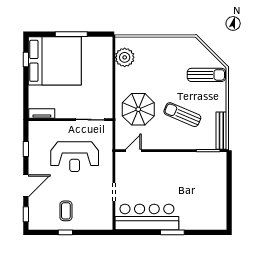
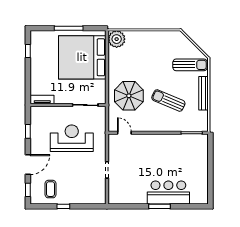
plant: (125, 57) -> (117, 39), moved
bed: (55, 61) -> (82, 57), moved, turned 180
bench: (221, 131) -> (203, 93), moved
door: (133, 151) -> (124, 133), hinge flipped
reception desk: (75, 157) -> (72, 138), turned 180
coffee table: (66, 211) -> (50, 189), moved
bar counter: (147, 217) -> (168, 192), moved, width x0.73

